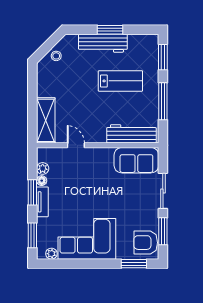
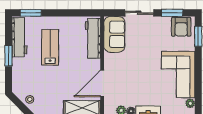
workbench: (103, 43) -> (19, 37), moved
window: (163, 101) -> (67, 13), removed
door: (76, 145) -> (102, 83), width x1.87

